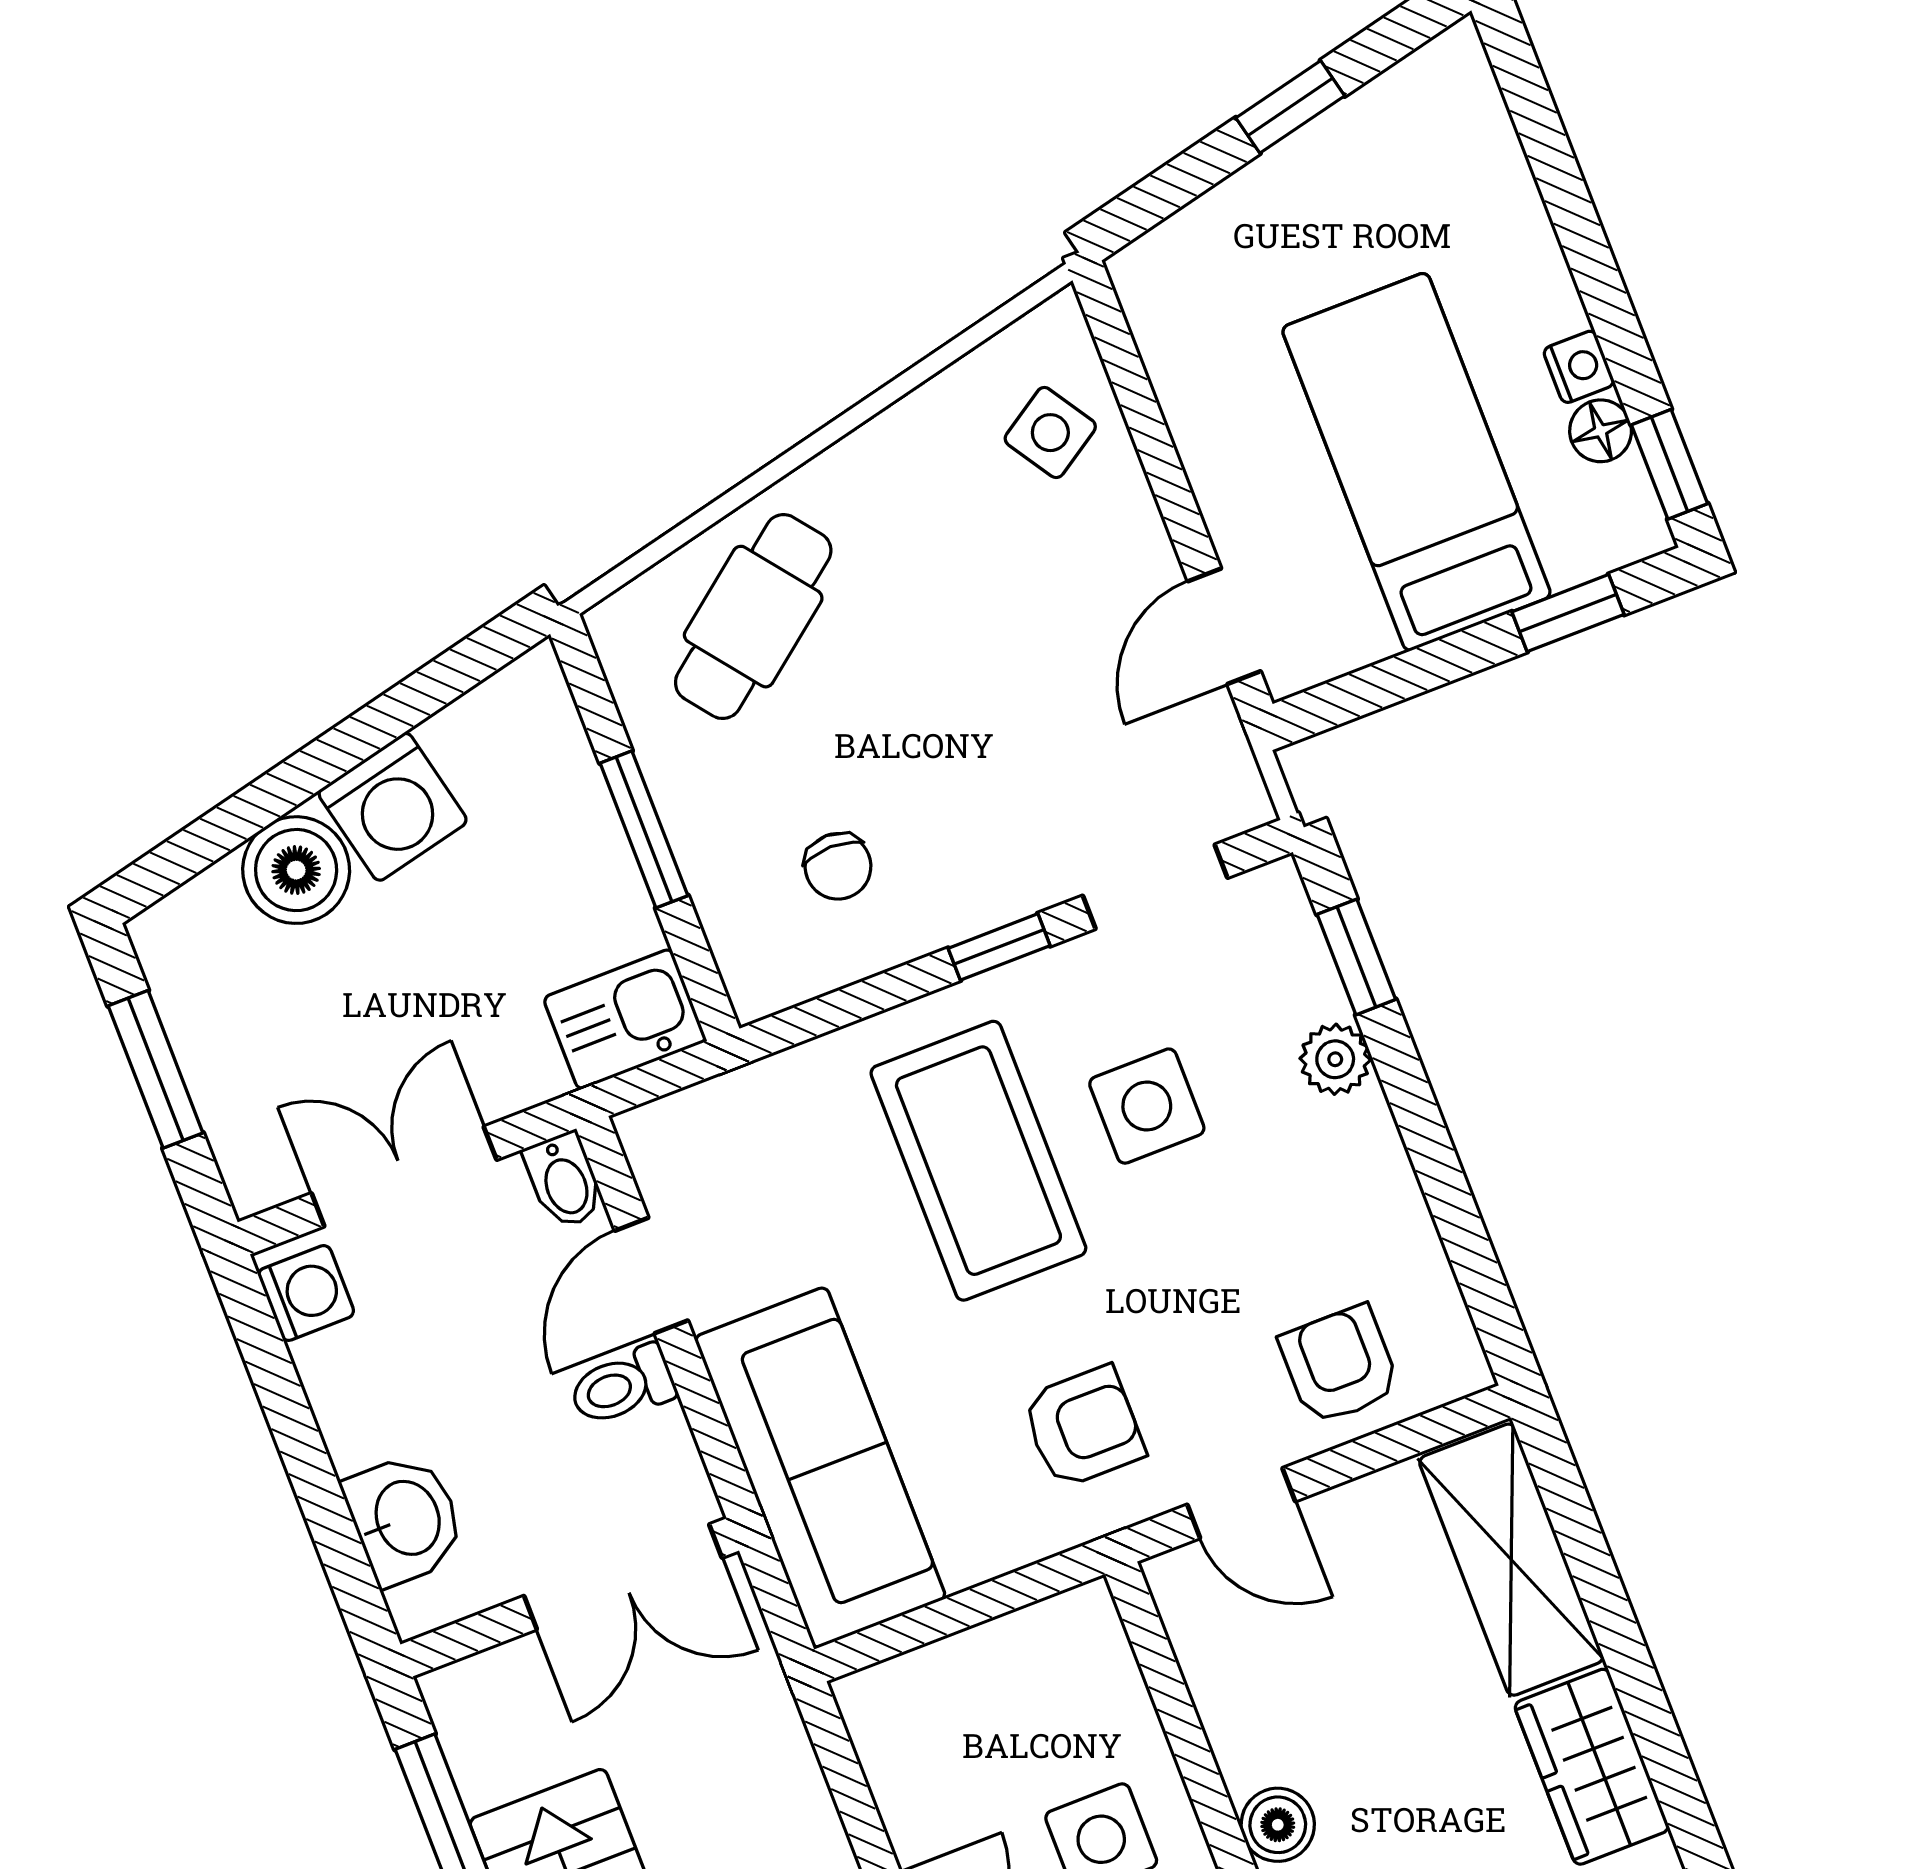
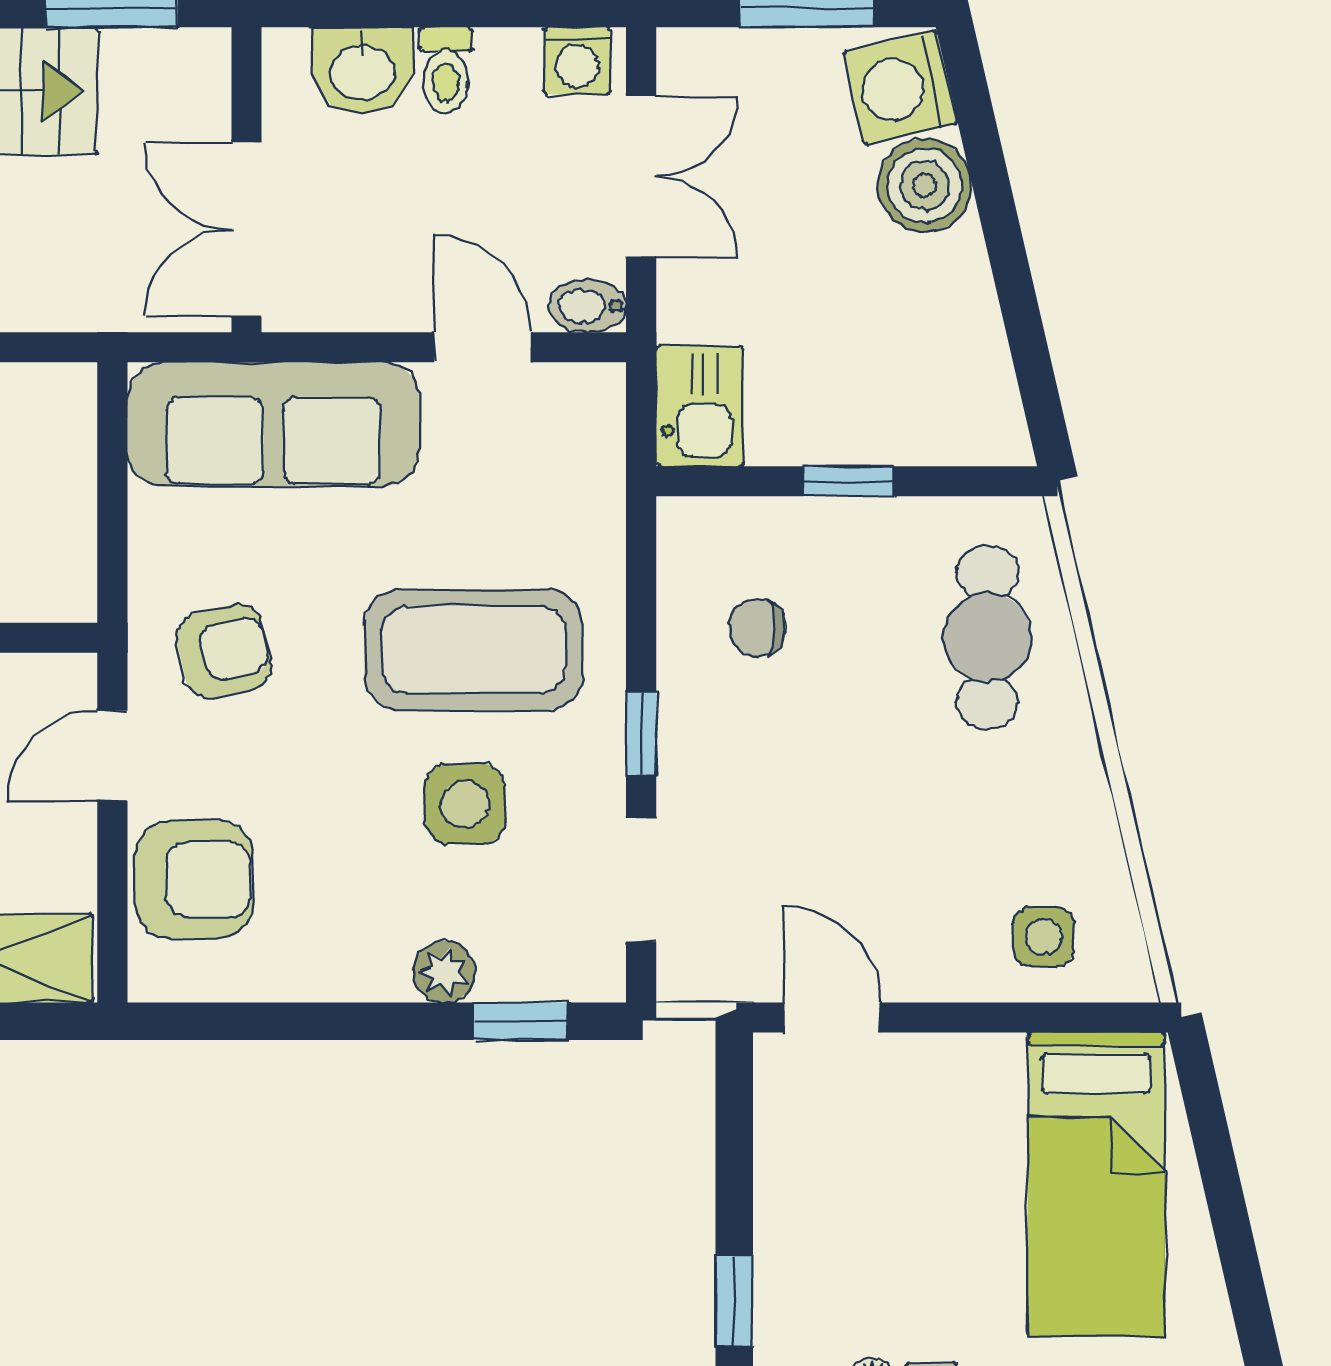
window: (1290, 107) -> (1233, 1234), removed
side table: (1050, 433) -> (1044, 937), turned 33
bed: (1416, 462) -> (1096, 1184), moved, turned 90
cafe table: (753, 617) -> (987, 637), turned 38
washing machine: (393, 807) -> (900, 88), moved
window: (644, 829) -> (848, 481), width x0.67
armchair: (1340, 1365) -> (194, 879), width x1.38, depth x1.38
toilet: (622, 1386) -> (446, 70), moved, turned 180
armchair: (1083, 1427) -> (224, 651), turned -103

